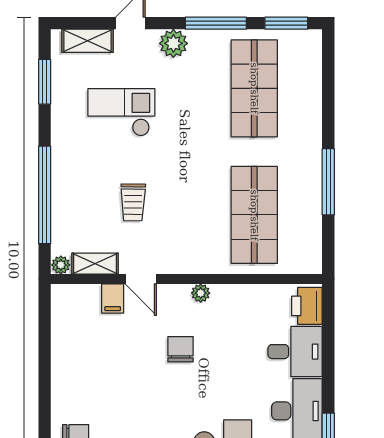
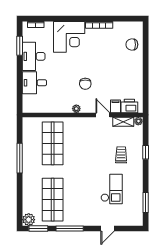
shelving: (87, 41) -> (127, 221), removed
plant: (173, 43) -> (29, 220), moved
checkout: (121, 112) -> (112, 189), turned -90
window: (45, 195) -> (146, 152), width x0.32
trolley: (133, 202) -> (121, 155), moved
printer: (307, 306) -> (129, 106), moved, turned -90

